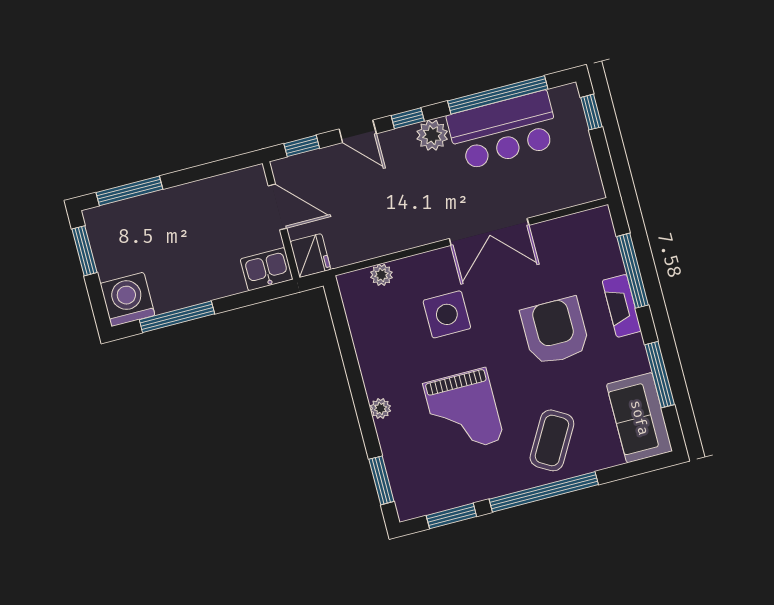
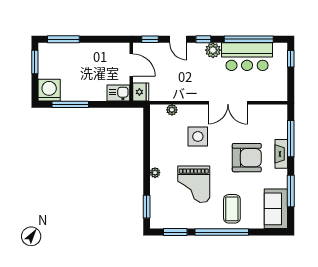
armchair: (555, 331) -> (247, 158), turned 90
coffee table: (552, 440) -> (232, 209), turned -30

